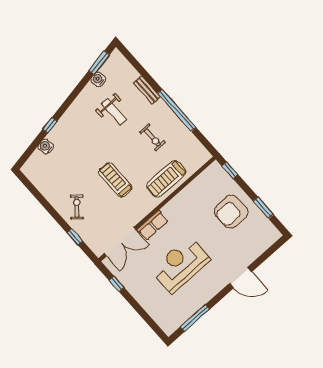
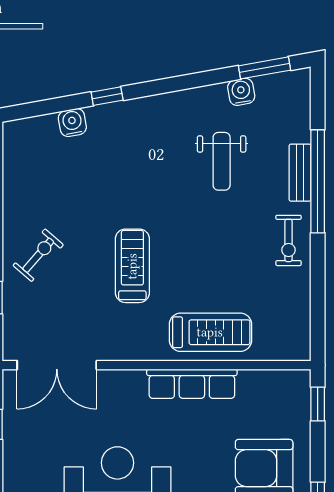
window: (177, 110) -> (318, 181), moved
exercise bike: (152, 137) -> (289, 240), moved
treadmill: (166, 179) -> (210, 332), turned 180
row of seats: (153, 225) -> (192, 384), moved, width x1.48

